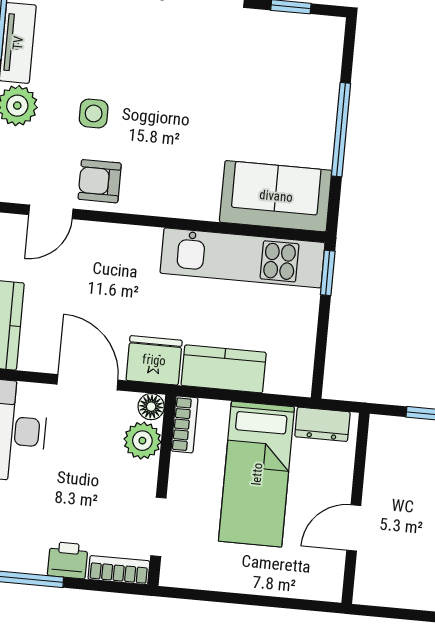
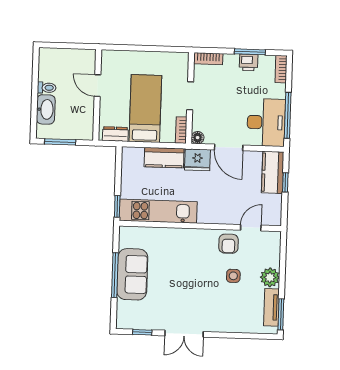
armchair: (100, 181) -> (229, 244), turned 90
sofa: (276, 196) -> (132, 274), moved, turned -90
plant: (142, 441) -> (201, 121), removed
doorway: (158, 527) -> (190, 96), moved
door: (354, 528) -> (97, 86), swing flipped
printer: (68, 560) -> (249, 63), moved

